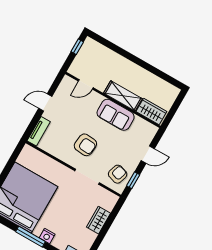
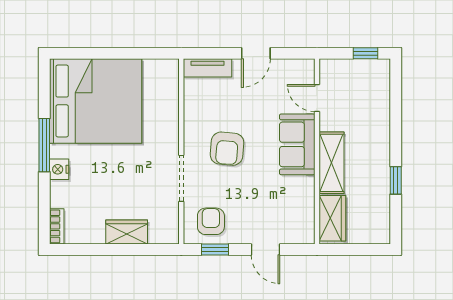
window: (151, 68) -> (396, 180), added
door: (45, 102) -> (256, 53), swing flipped
sofa: (116, 115) -> (297, 144), moved
armchair: (118, 174) -> (211, 221), turned -107

